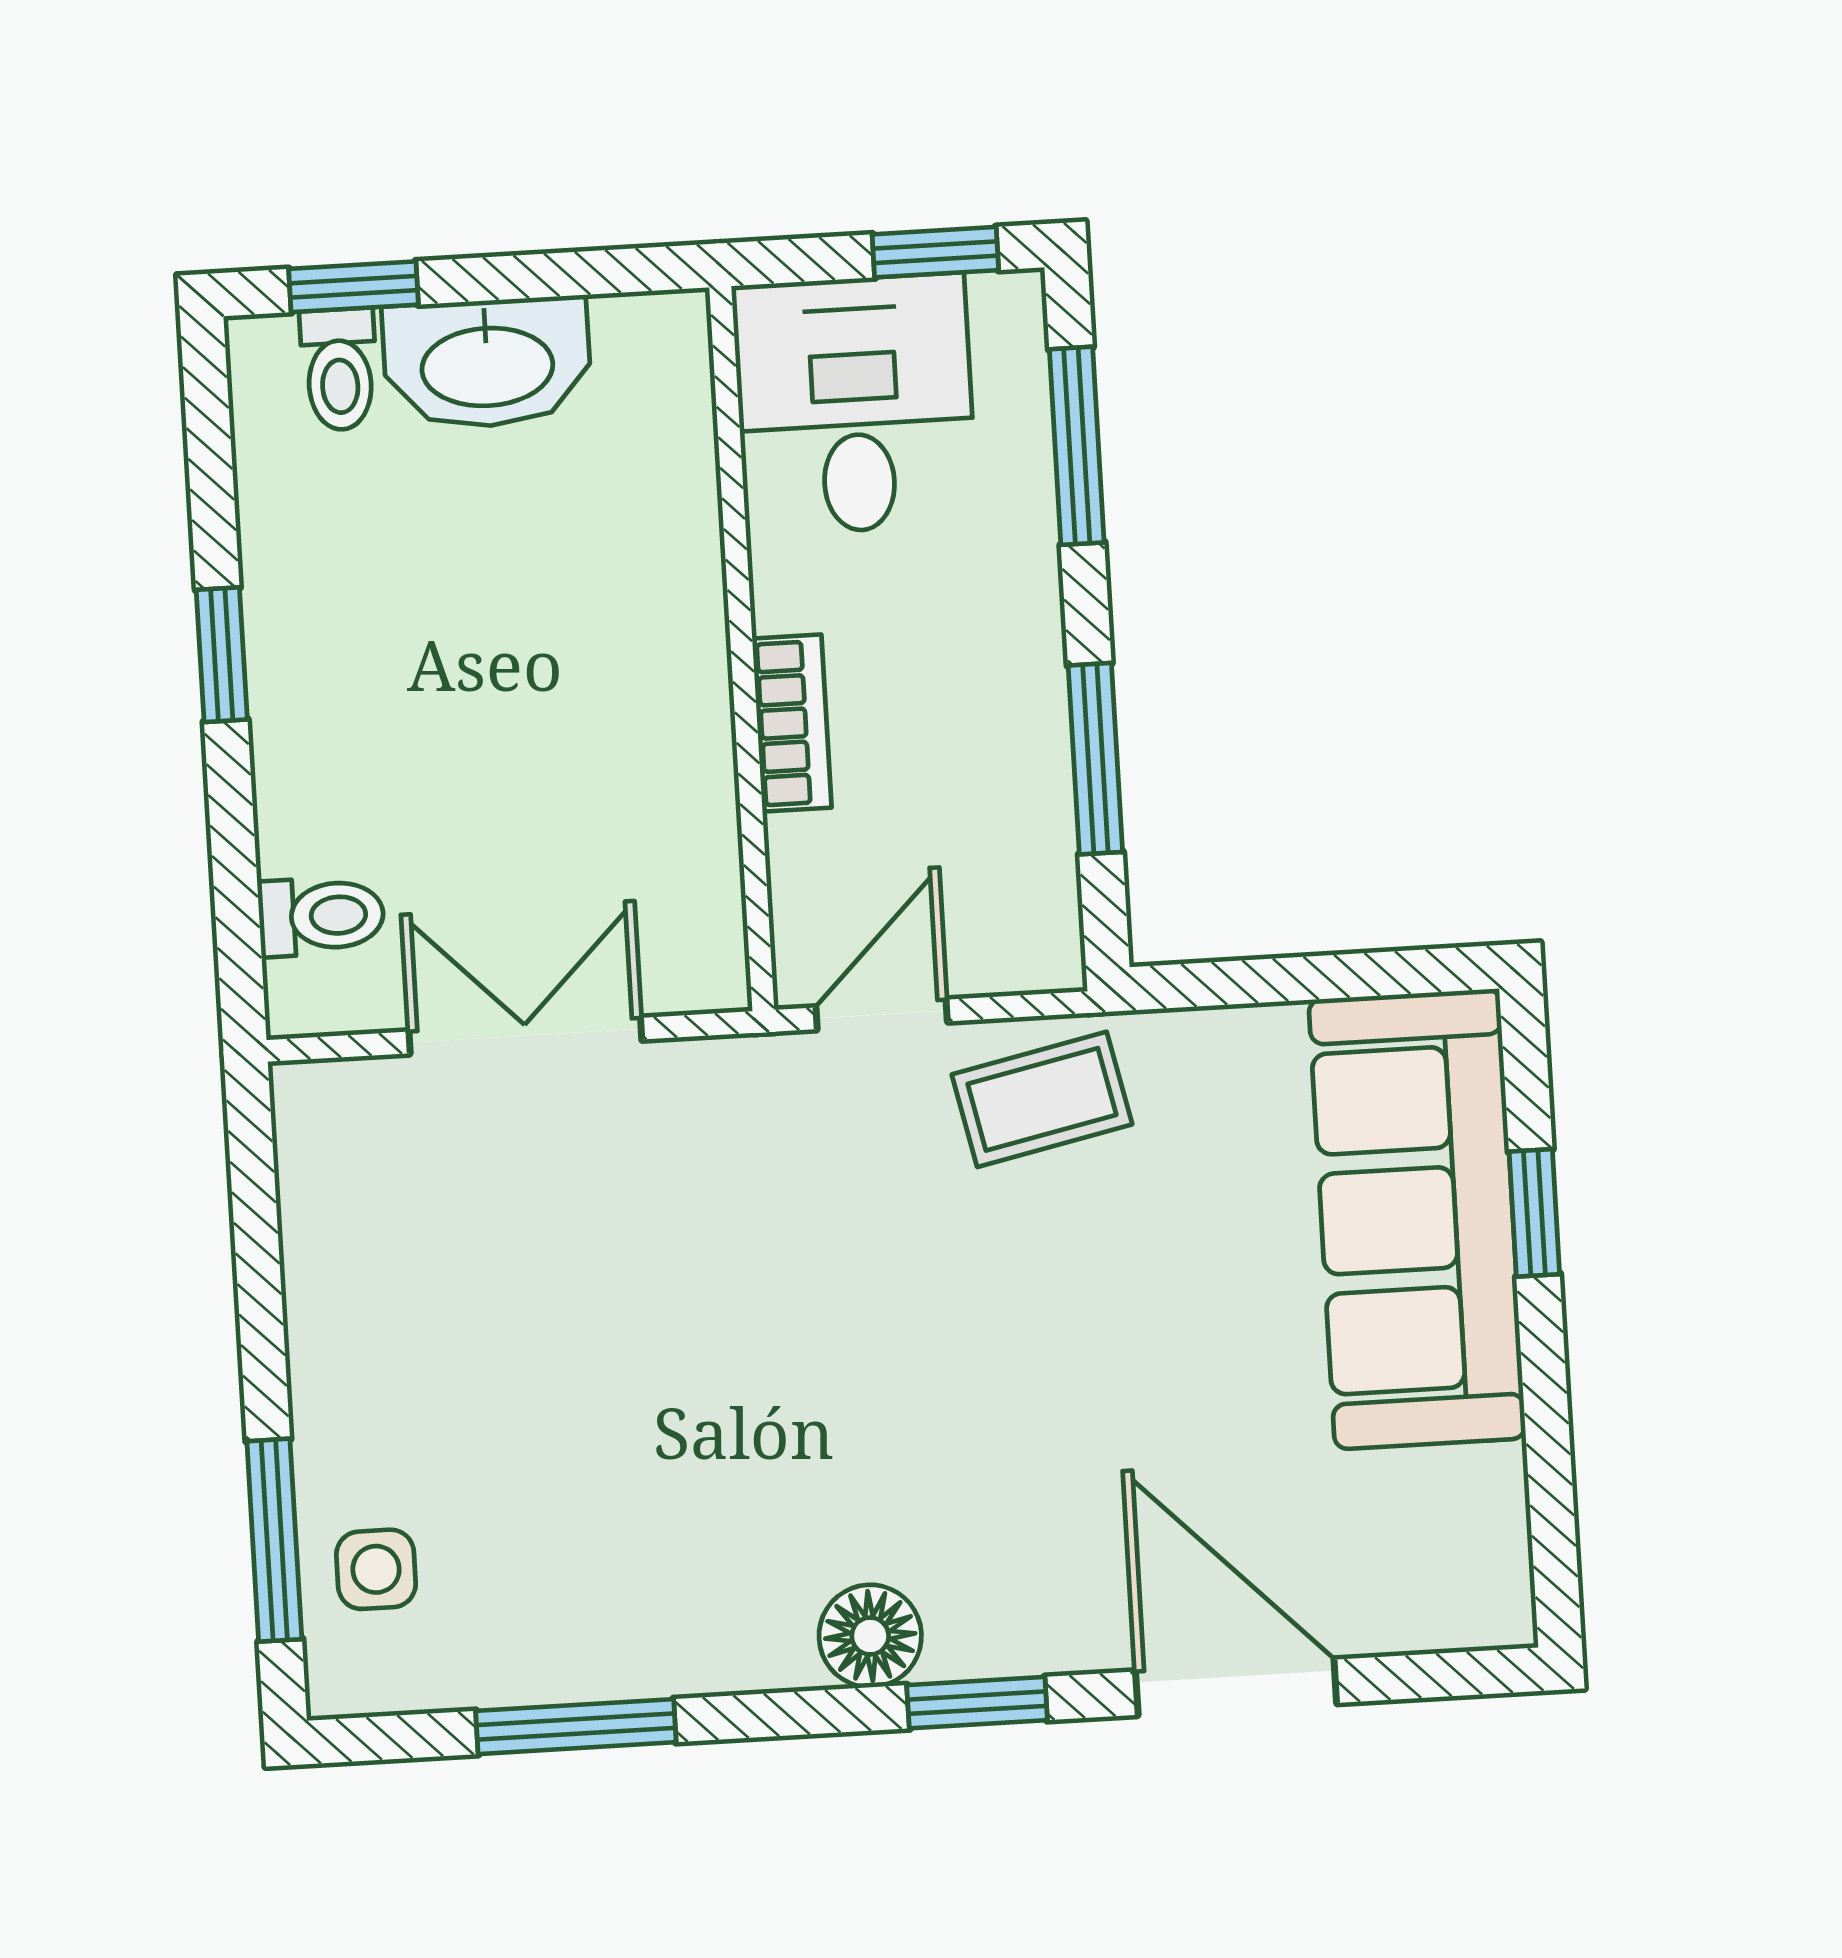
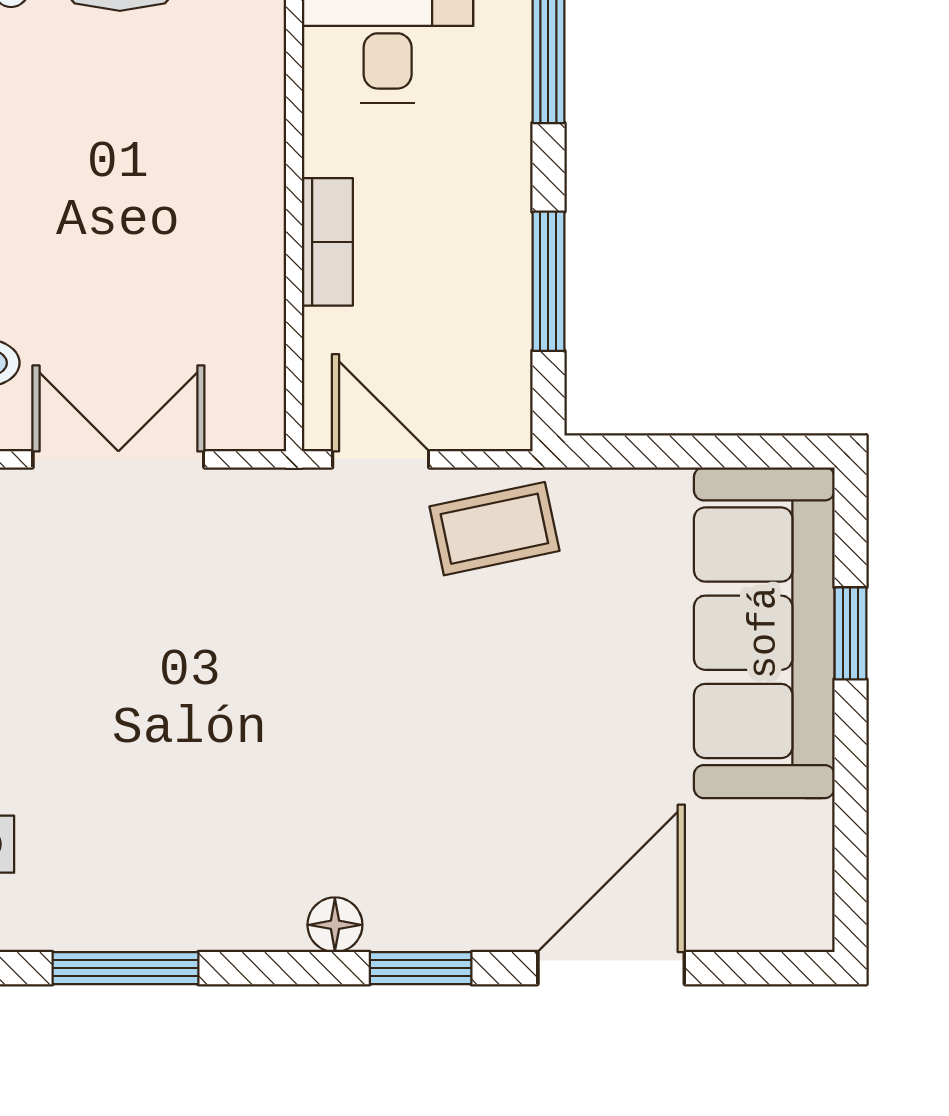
door: (882, 1014) -> (381, 459), hinge flipped
floor lamp: (870, 1636) -> (335, 925), width x0.73, depth x0.73
door: (1236, 1687) -> (611, 968), hinge flipped

